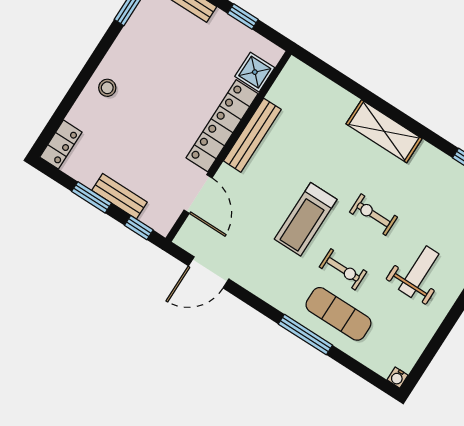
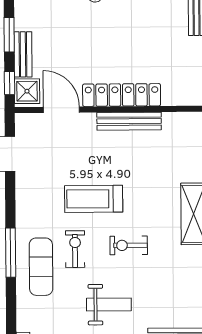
shower: (255, 72) -> (27, 91), moved
door: (198, 194) -> (61, 110), swing flipped
exercise bike: (373, 215) -> (129, 245), turned -90
exercise bike: (343, 269) -> (75, 249), turned 180

